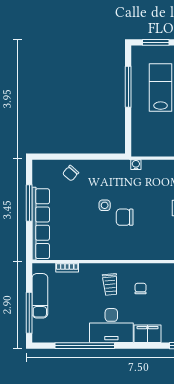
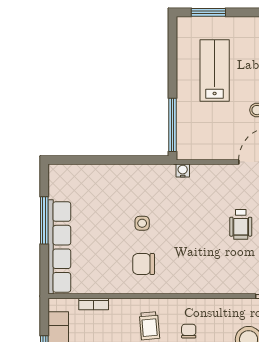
window: (128, 87) -> (173, 125), moved
chair: (71, 173) -> (98, 182), removed
chair: (125, 217) -> (144, 264), moved

